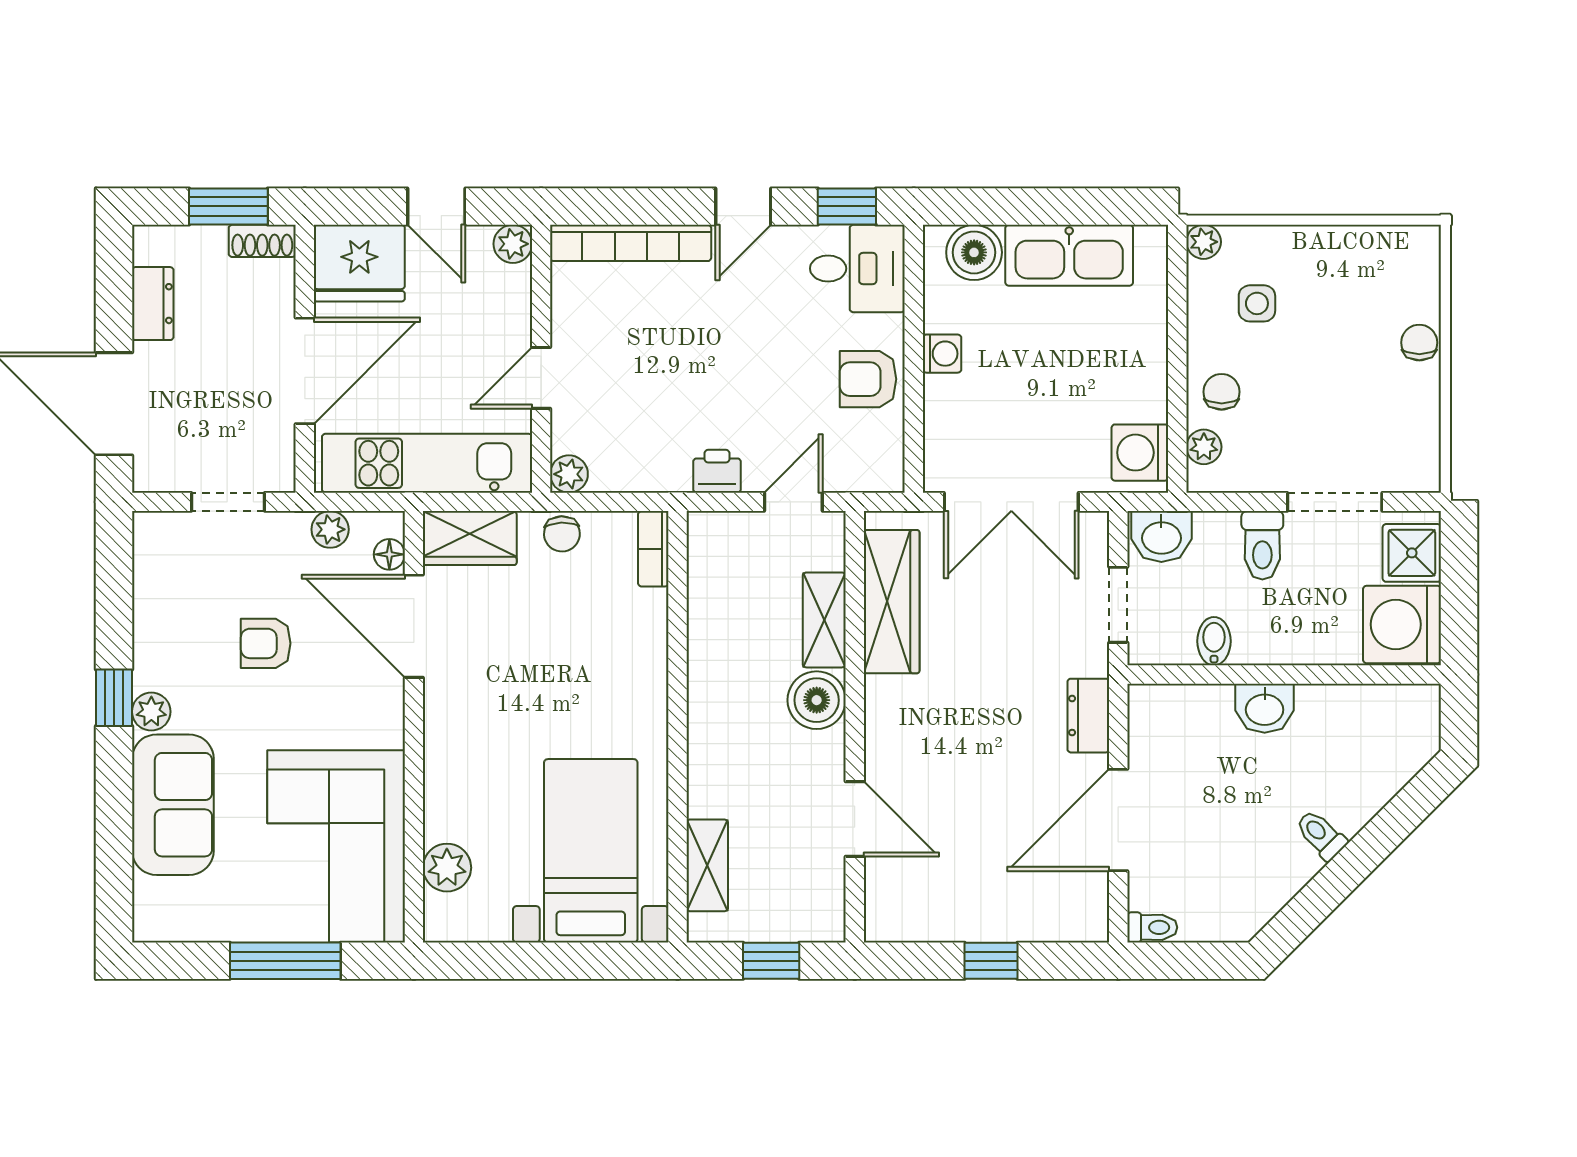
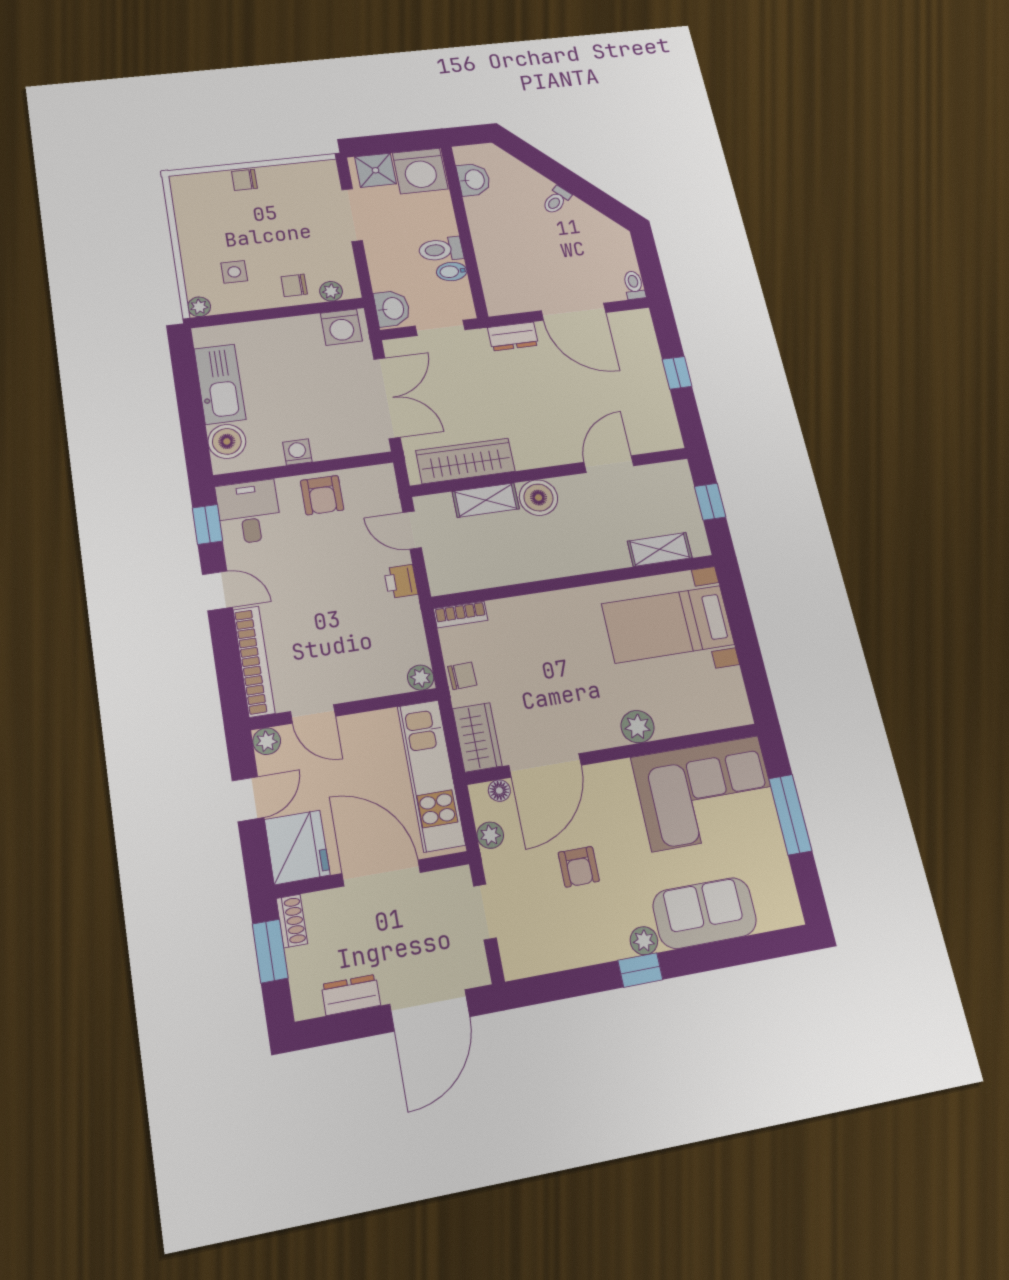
door: (541, 378) -> (313, 714), moved
toilet: (1262, 545) -> (441, 250), moved, turned 180
washbasin: (1265, 708) -> (474, 180), moved
plant: (447, 868) -> (638, 727), moved

